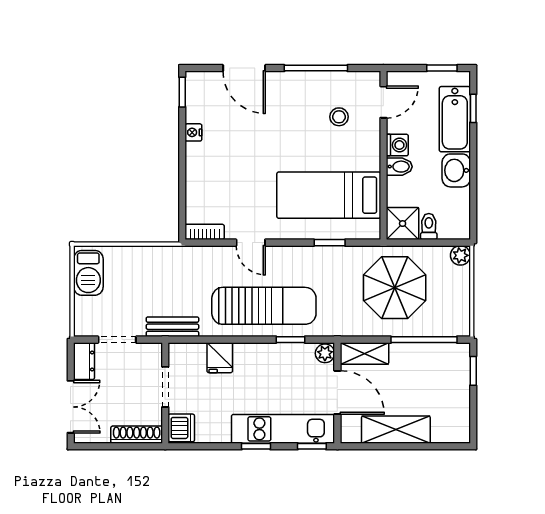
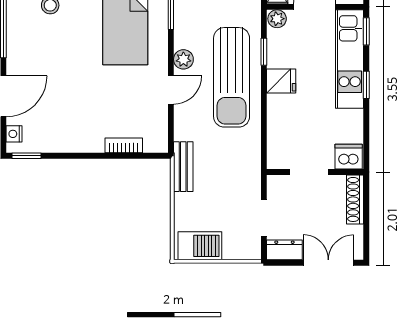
nightstand: (193, 132) -> (14, 134), moved, turned 90
bookcase: (205, 232) -> (124, 145), moved, turned 90
plant: (283, 256) -> (183, 59), added
sun lounger: (264, 306) -> (232, 77), turned 180
bench: (172, 327) -> (183, 167), moved
fridge: (220, 358) -> (281, 81), moved

